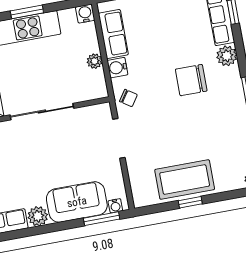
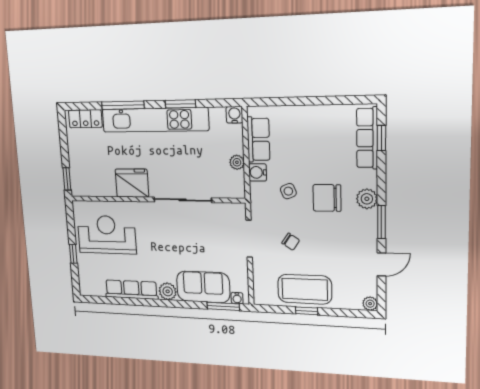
plant: (227, 56) -> (367, 199), moved
side table: (152, 81) -> (288, 191), added
chair: (128, 98) -> (291, 242), moved

